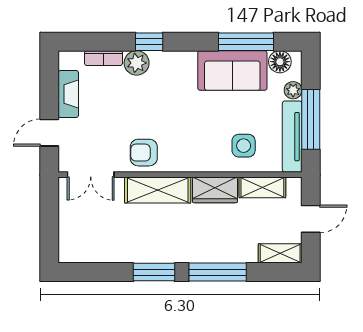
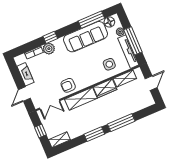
sofa: (232, 71) -> (86, 37), width x1.36
window: (49, 220) -> (40, 131), added
shelving: (280, 253) -> (59, 140), moved

